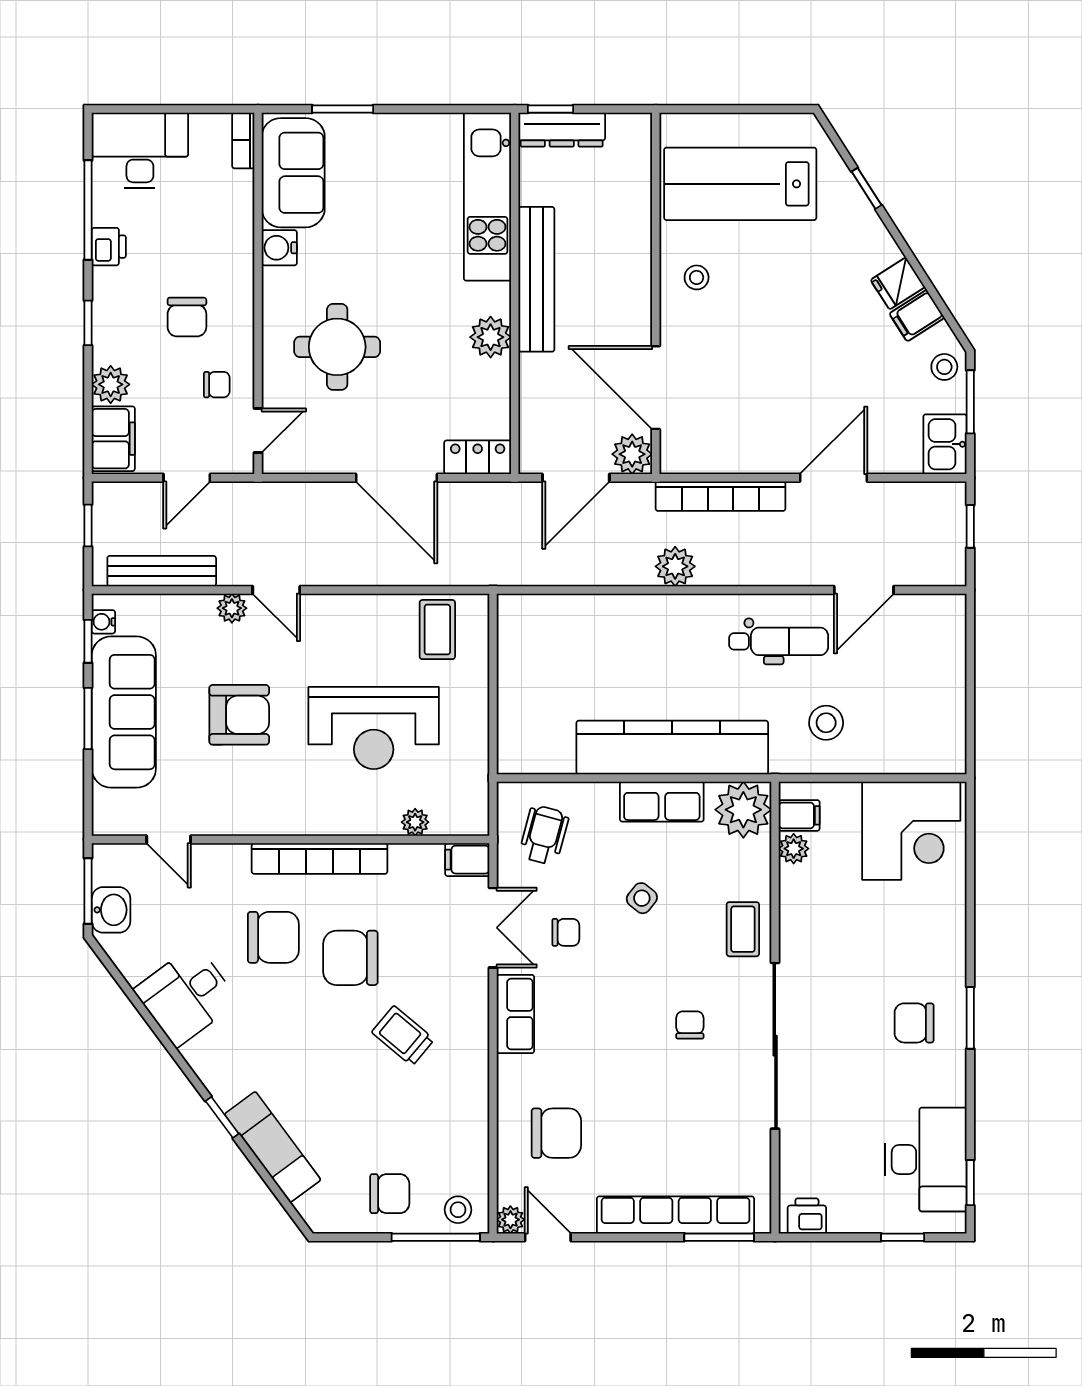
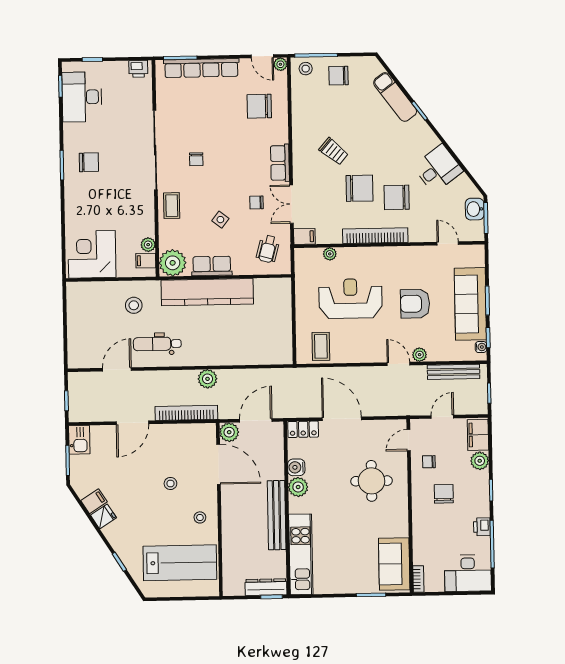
water cooler: (279, 248) -> (296, 467), moved, turned 180
stool: (944, 367) -> (170, 483), moved

